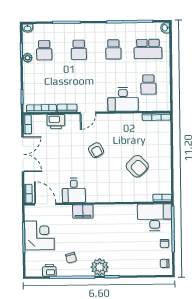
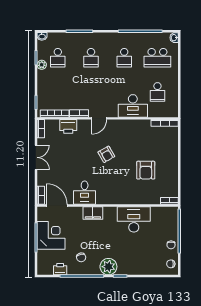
double door: (23, 154) -> (36, 157), width x0.73
armchair: (137, 166) -> (146, 170), turned 43
desk: (155, 217) -> (134, 219), moved

